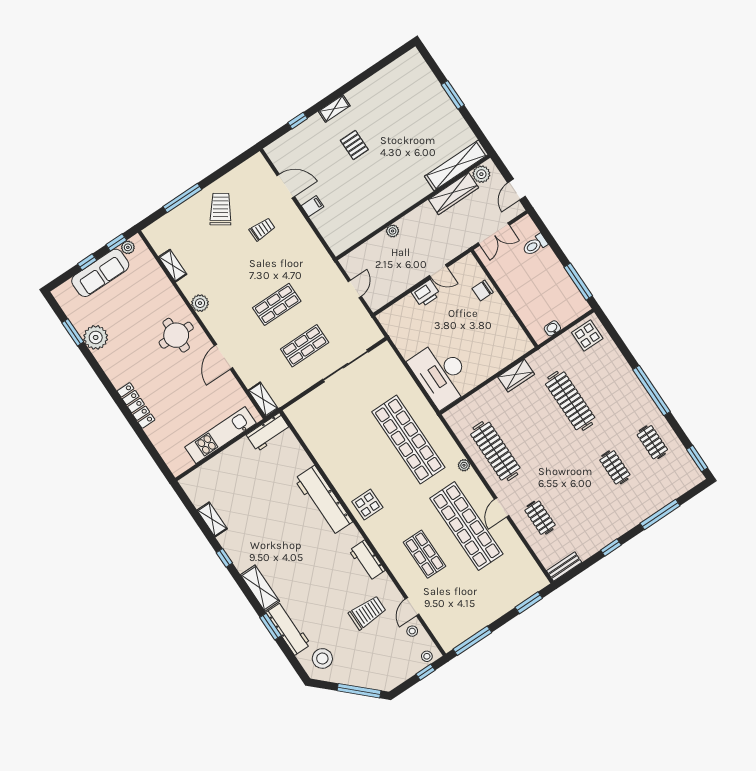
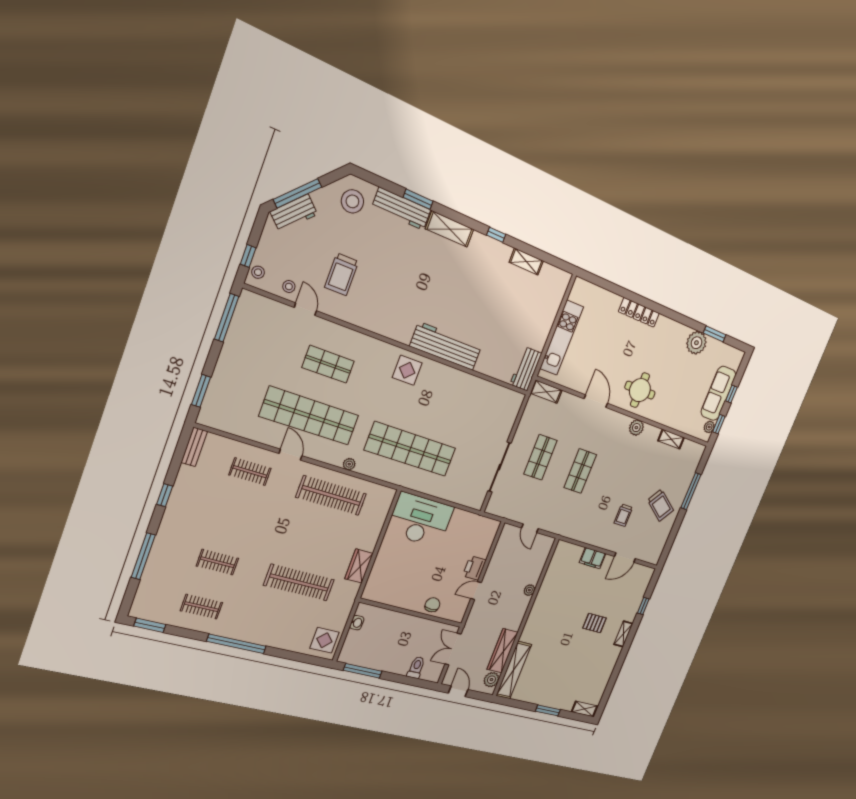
shelving: (419, 64) -> (584, 709), added
filing cabinet: (312, 206) -> (593, 558), width x2.00
workbench: (367, 560) -> (294, 213), moved, turned 133

